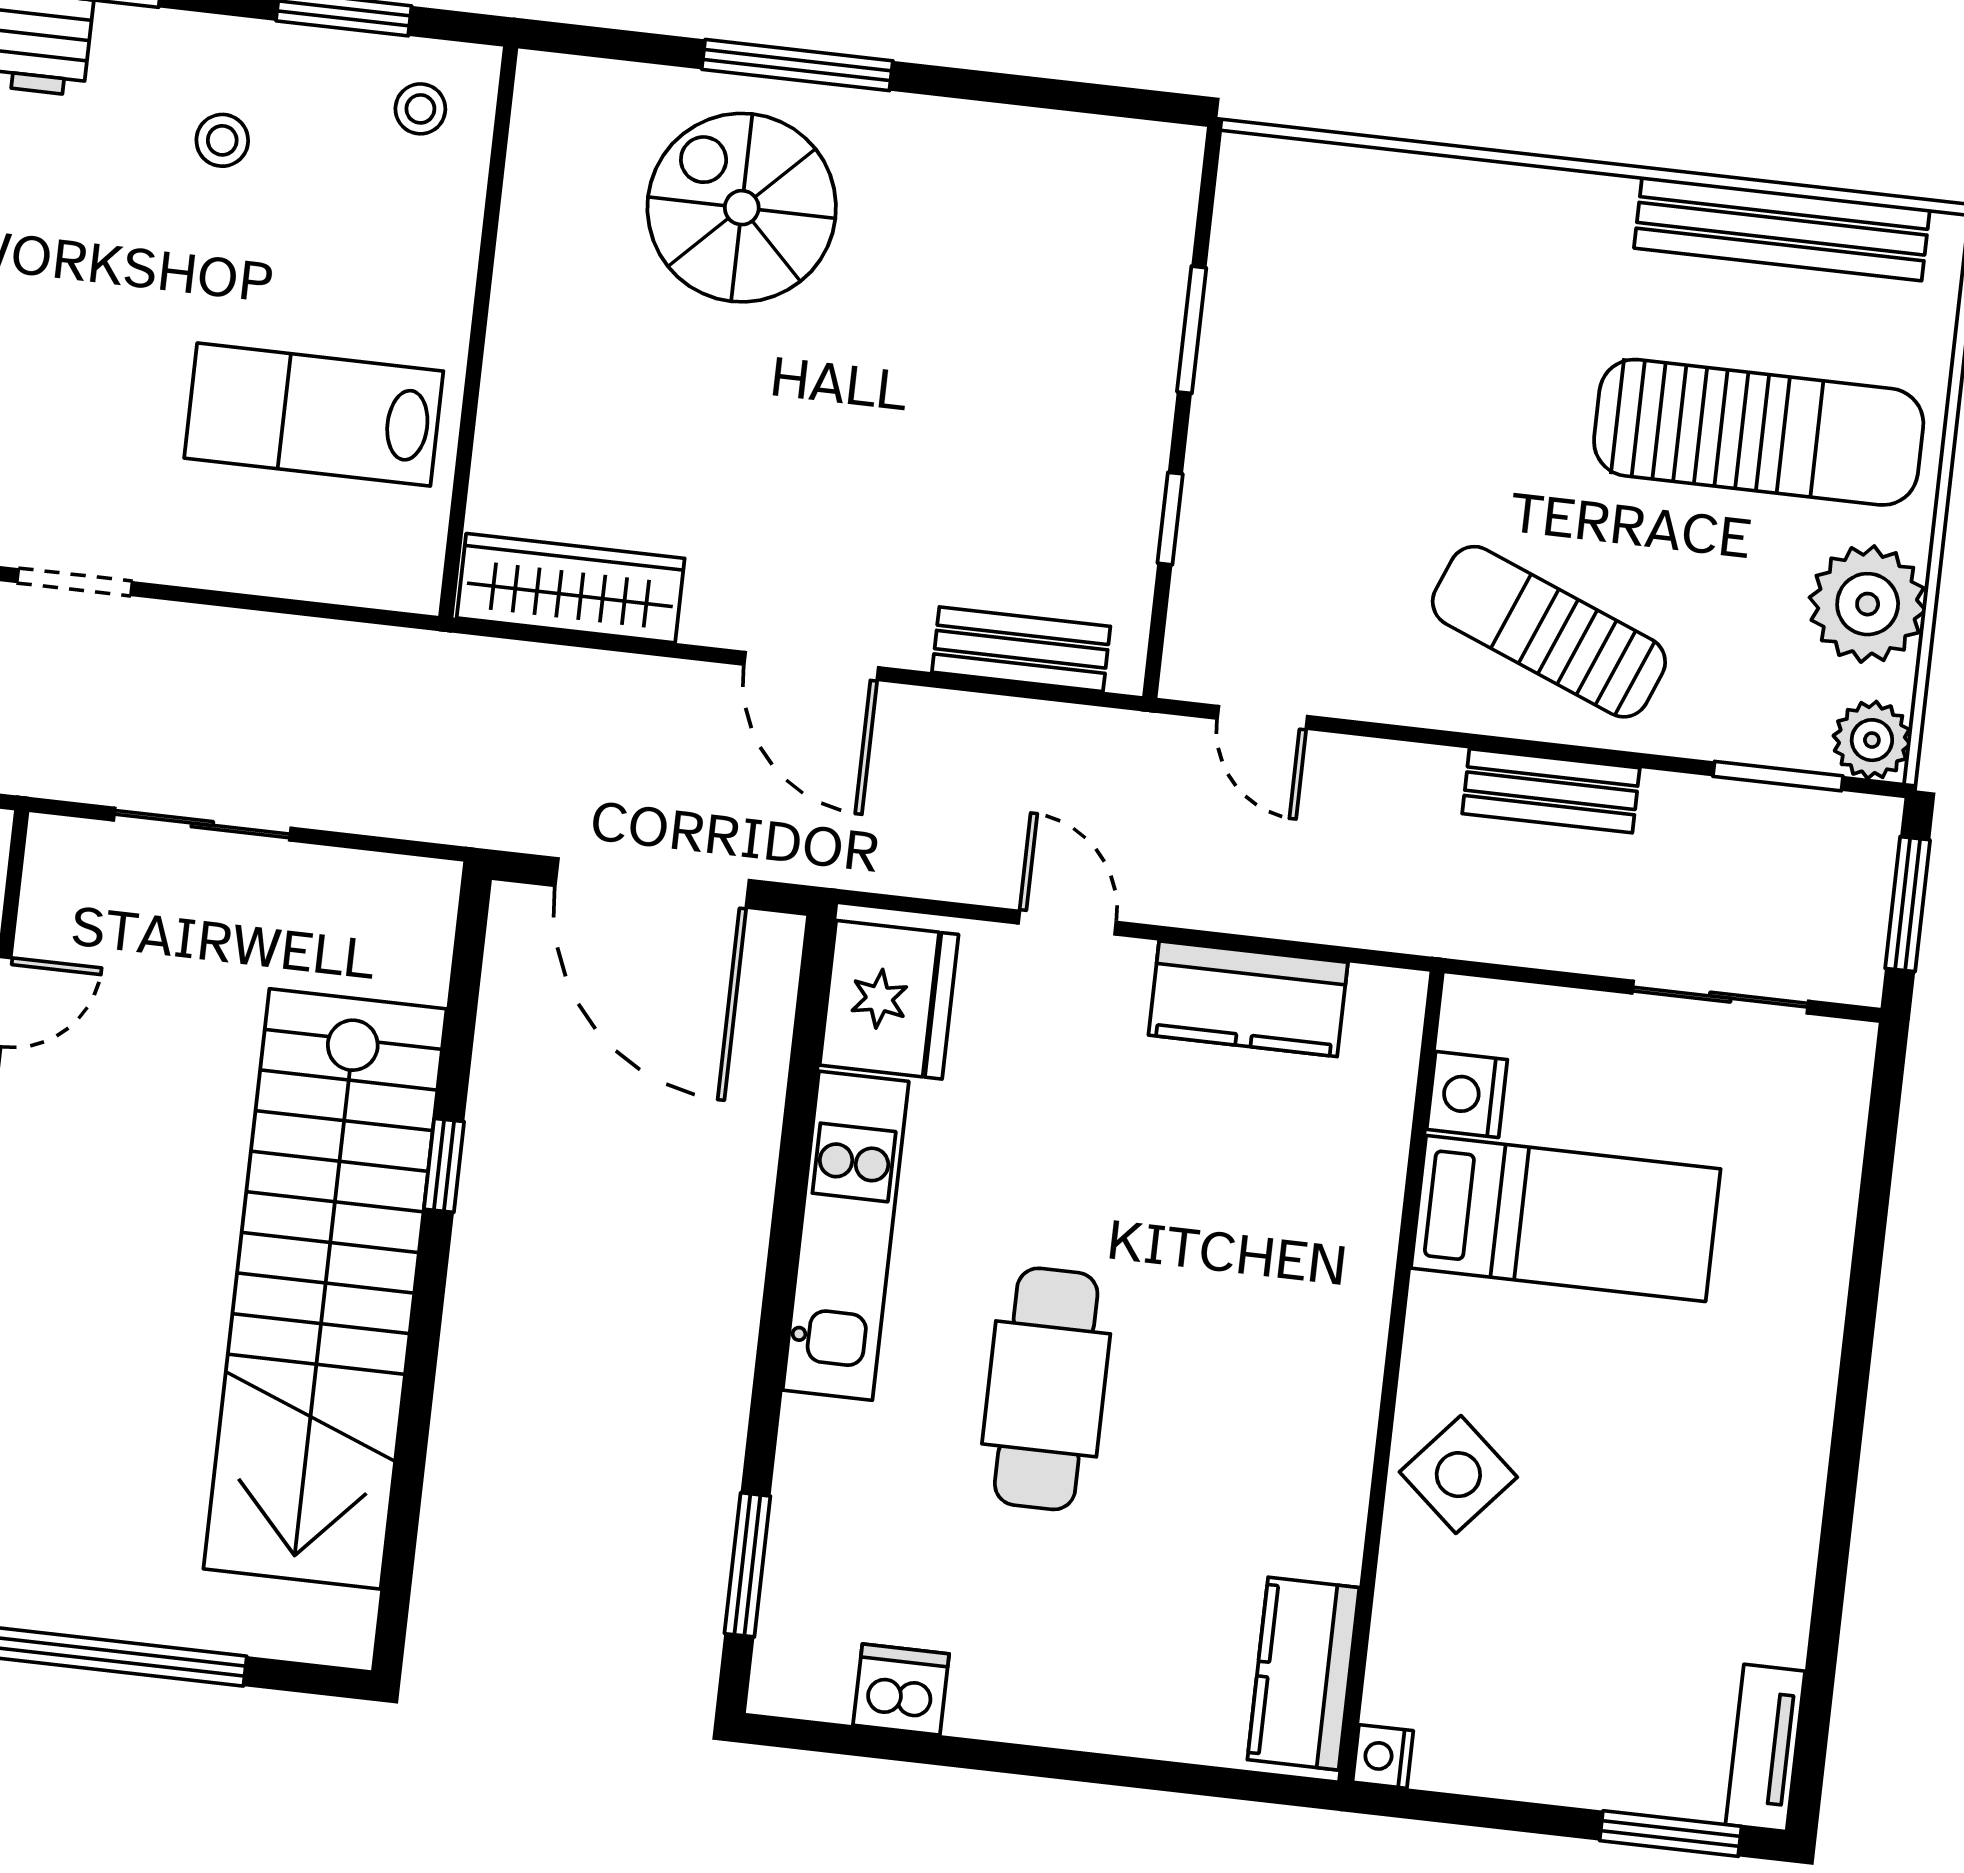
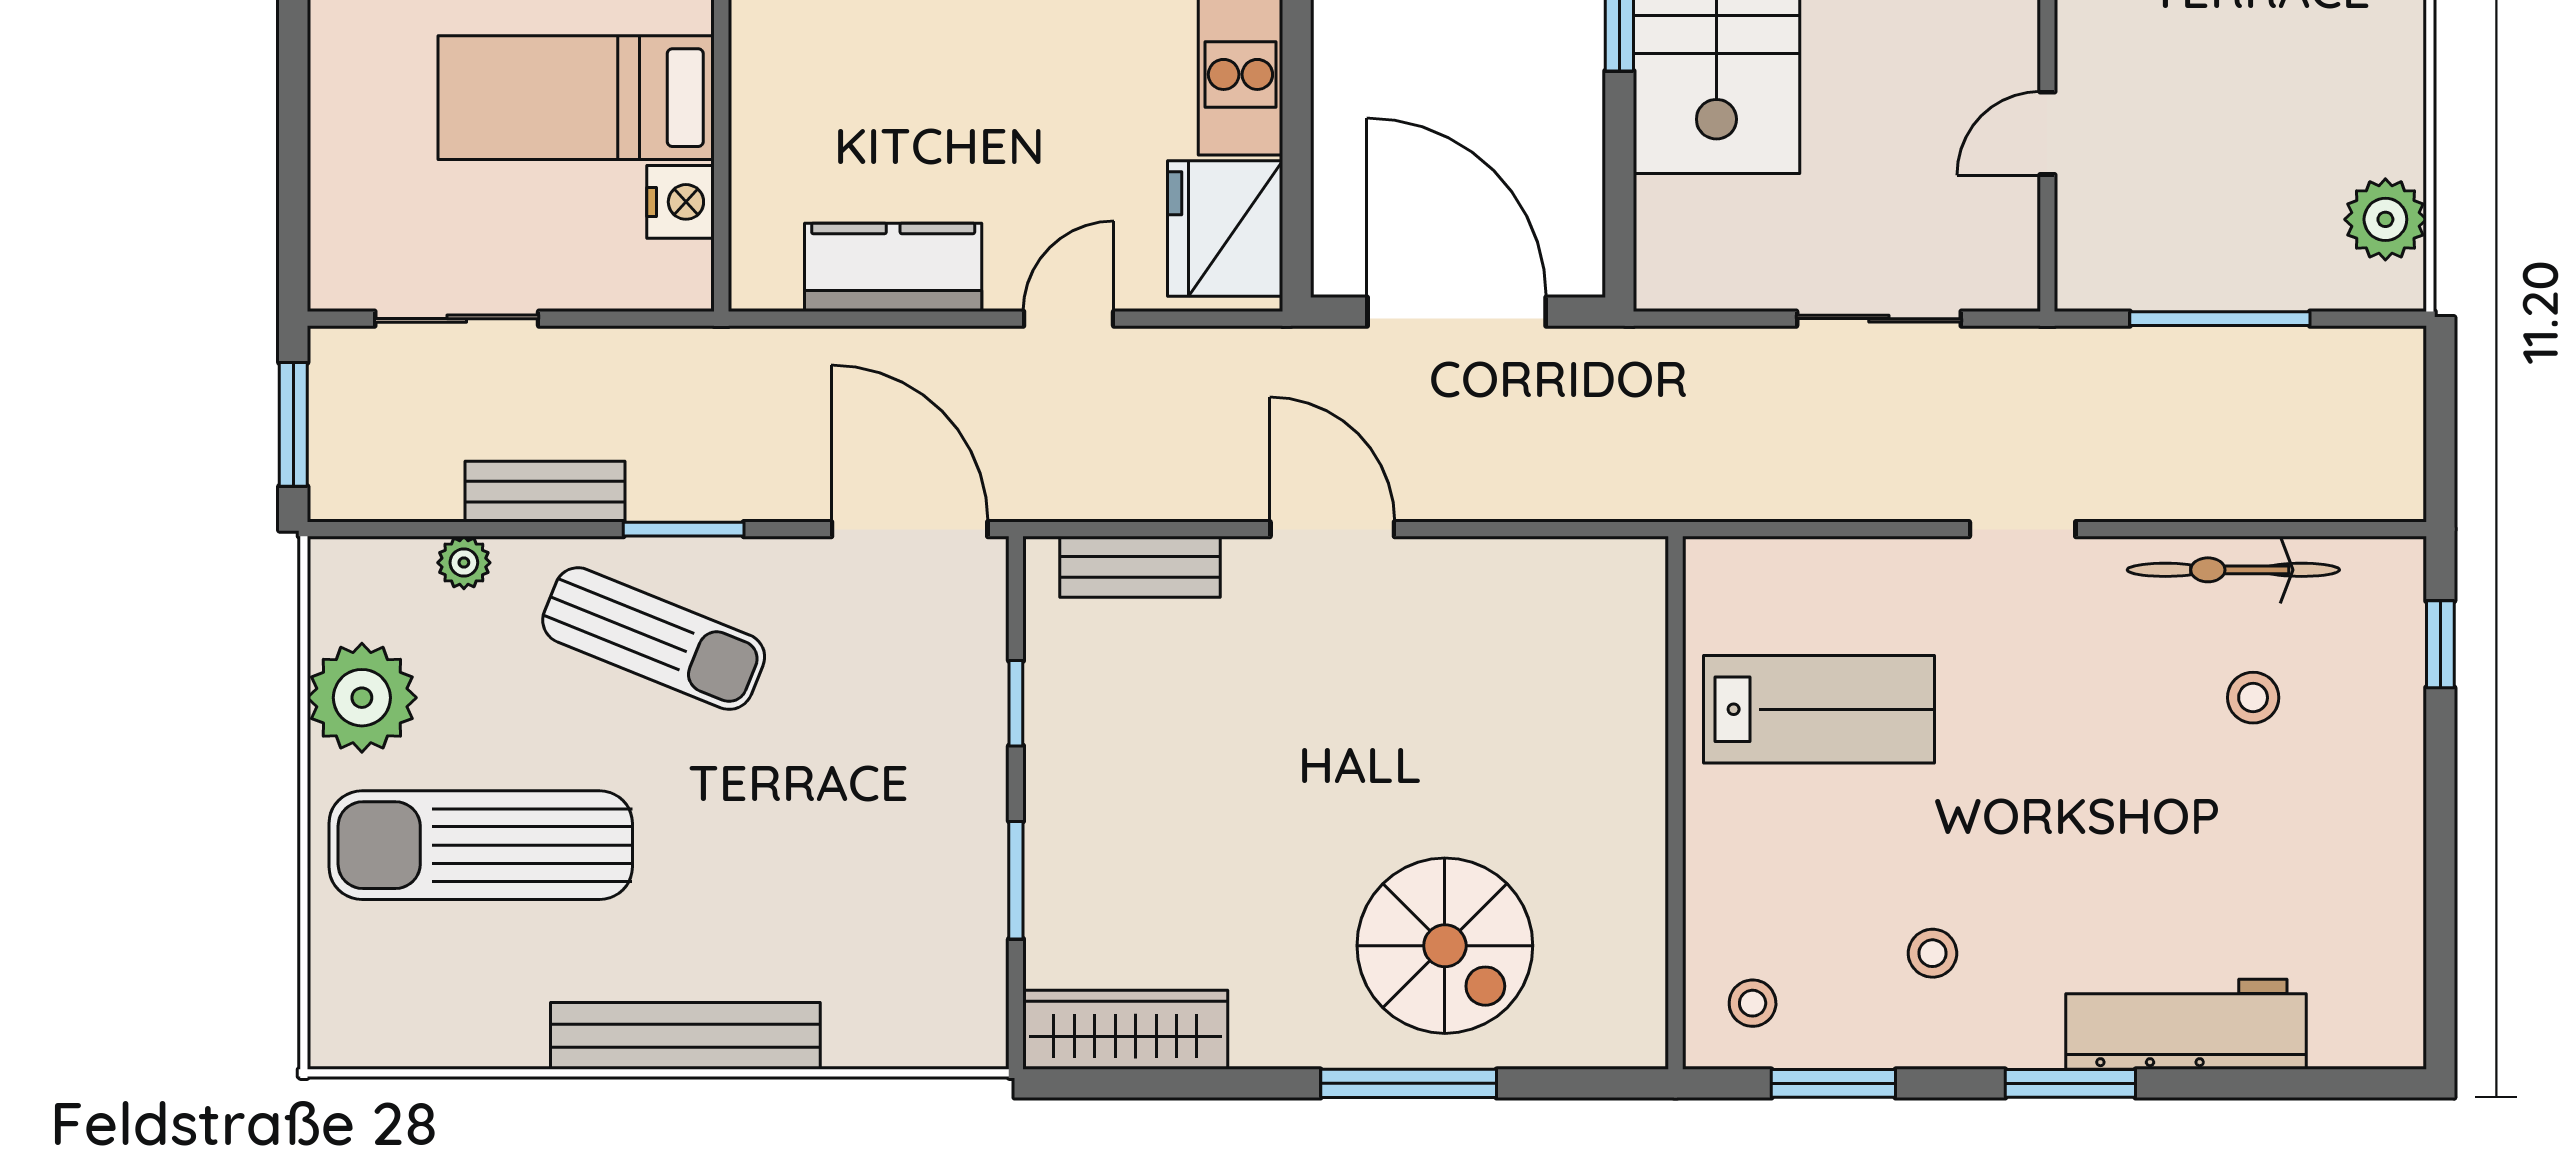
bench: (1782, 229) -> (685, 1036), moved
wardrobe: (571, 588) -> (1125, 1030), moved, turned 180
door: (1262, 717) -> (910, 529), width x1.88
plant: (1872, 740) -> (464, 563), moved, width x0.73, depth x0.73
window: (1778, 776) -> (684, 529), moved
bench: (1551, 791) -> (545, 492), moved
door: (1067, 923) -> (1069, 319), swing flipped

